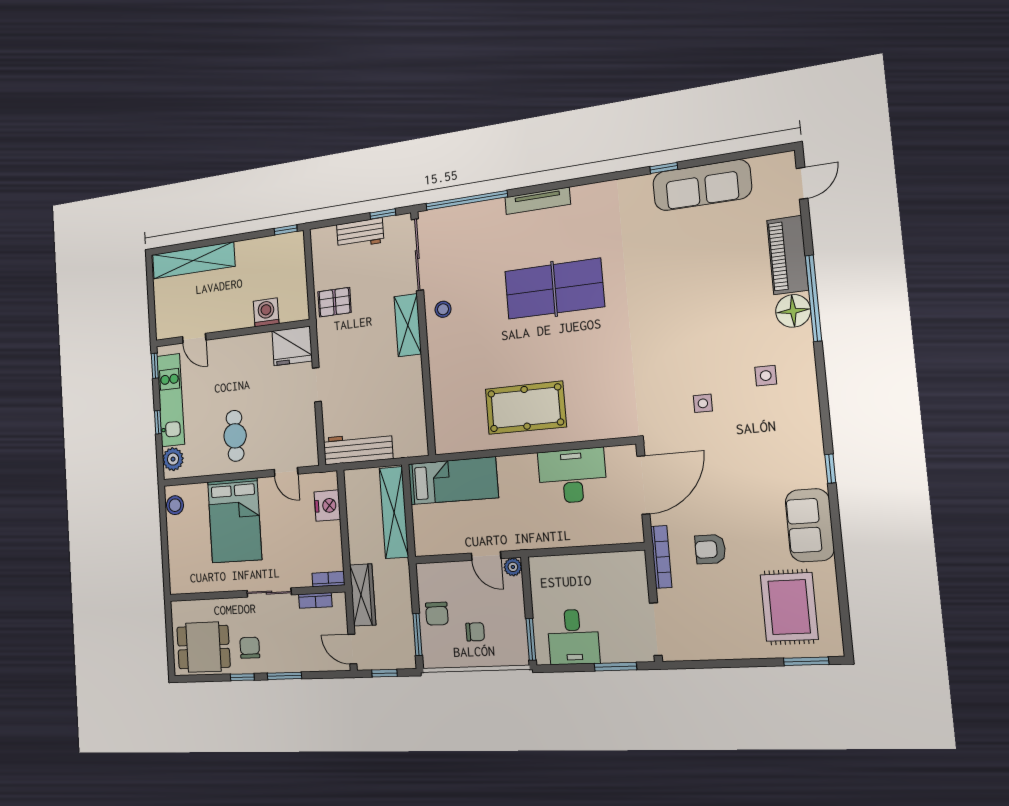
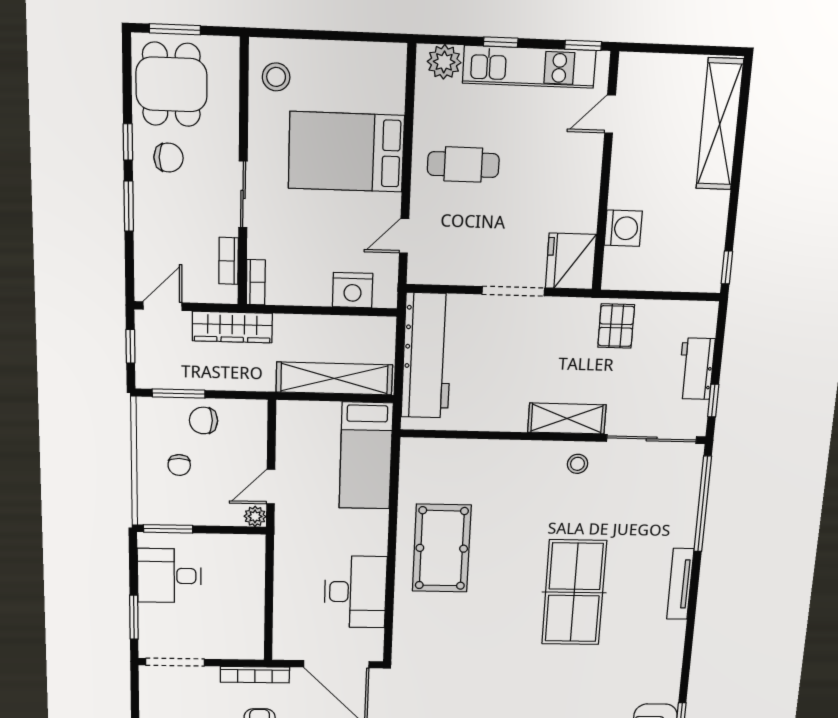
doorway: (317, 385) -> (513, 291), width x1.38
workbench: (358, 448) -> (427, 356), width x1.36, depth x1.32
stool: (175, 505) -> (276, 77), moved
window: (170, 646) -> (175, 29), added

